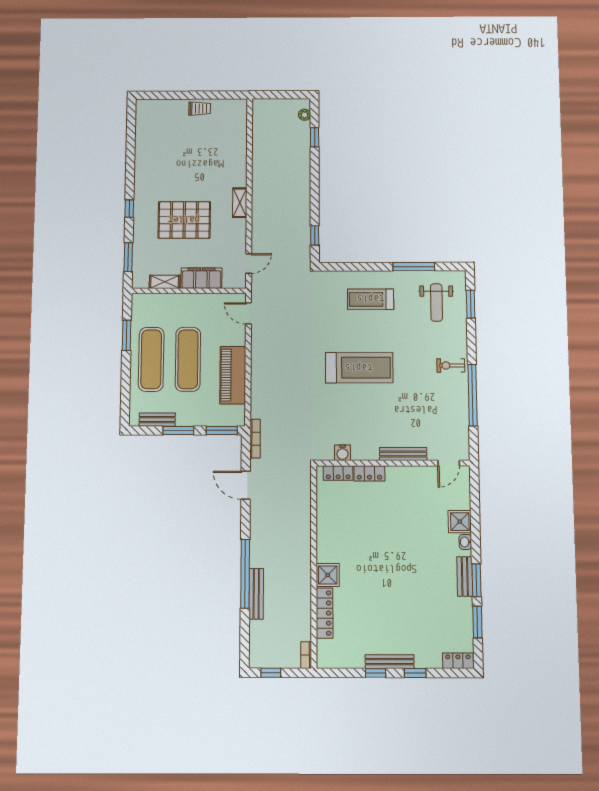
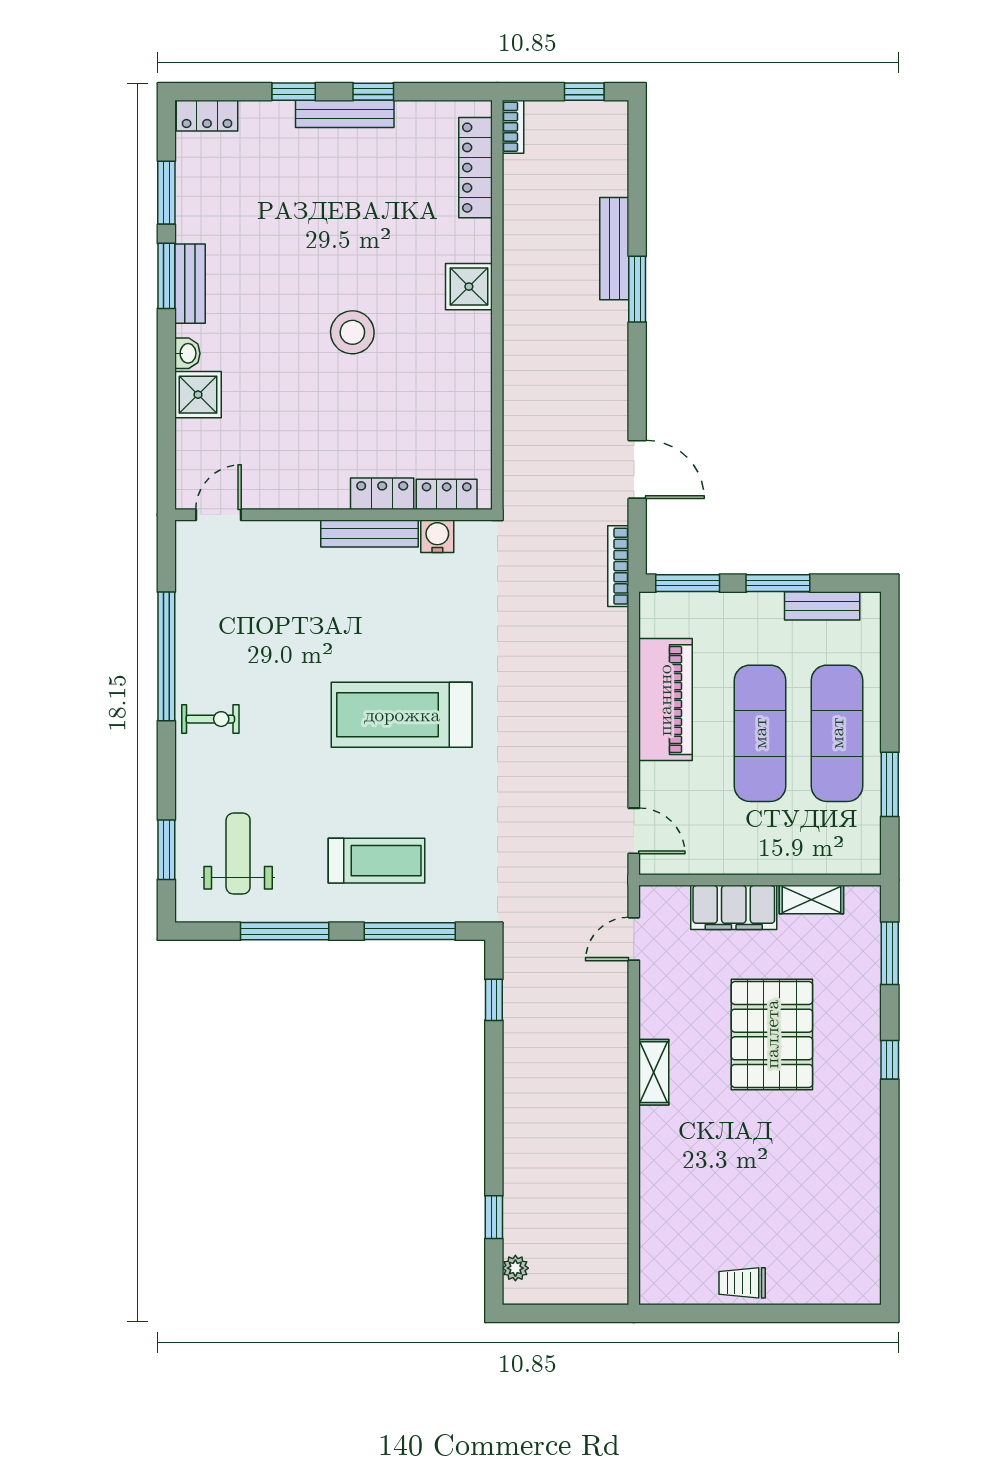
pallet: (184, 220) -> (772, 1034), turned 90
window: (355, 267) -> (410, 931), added
bench: (403, 454) -> (370, 534), moved
stool: (385, 552) -> (352, 332), added
window: (245, 574) -> (637, 289), width x0.47
locker: (325, 613) -> (476, 168), moved

